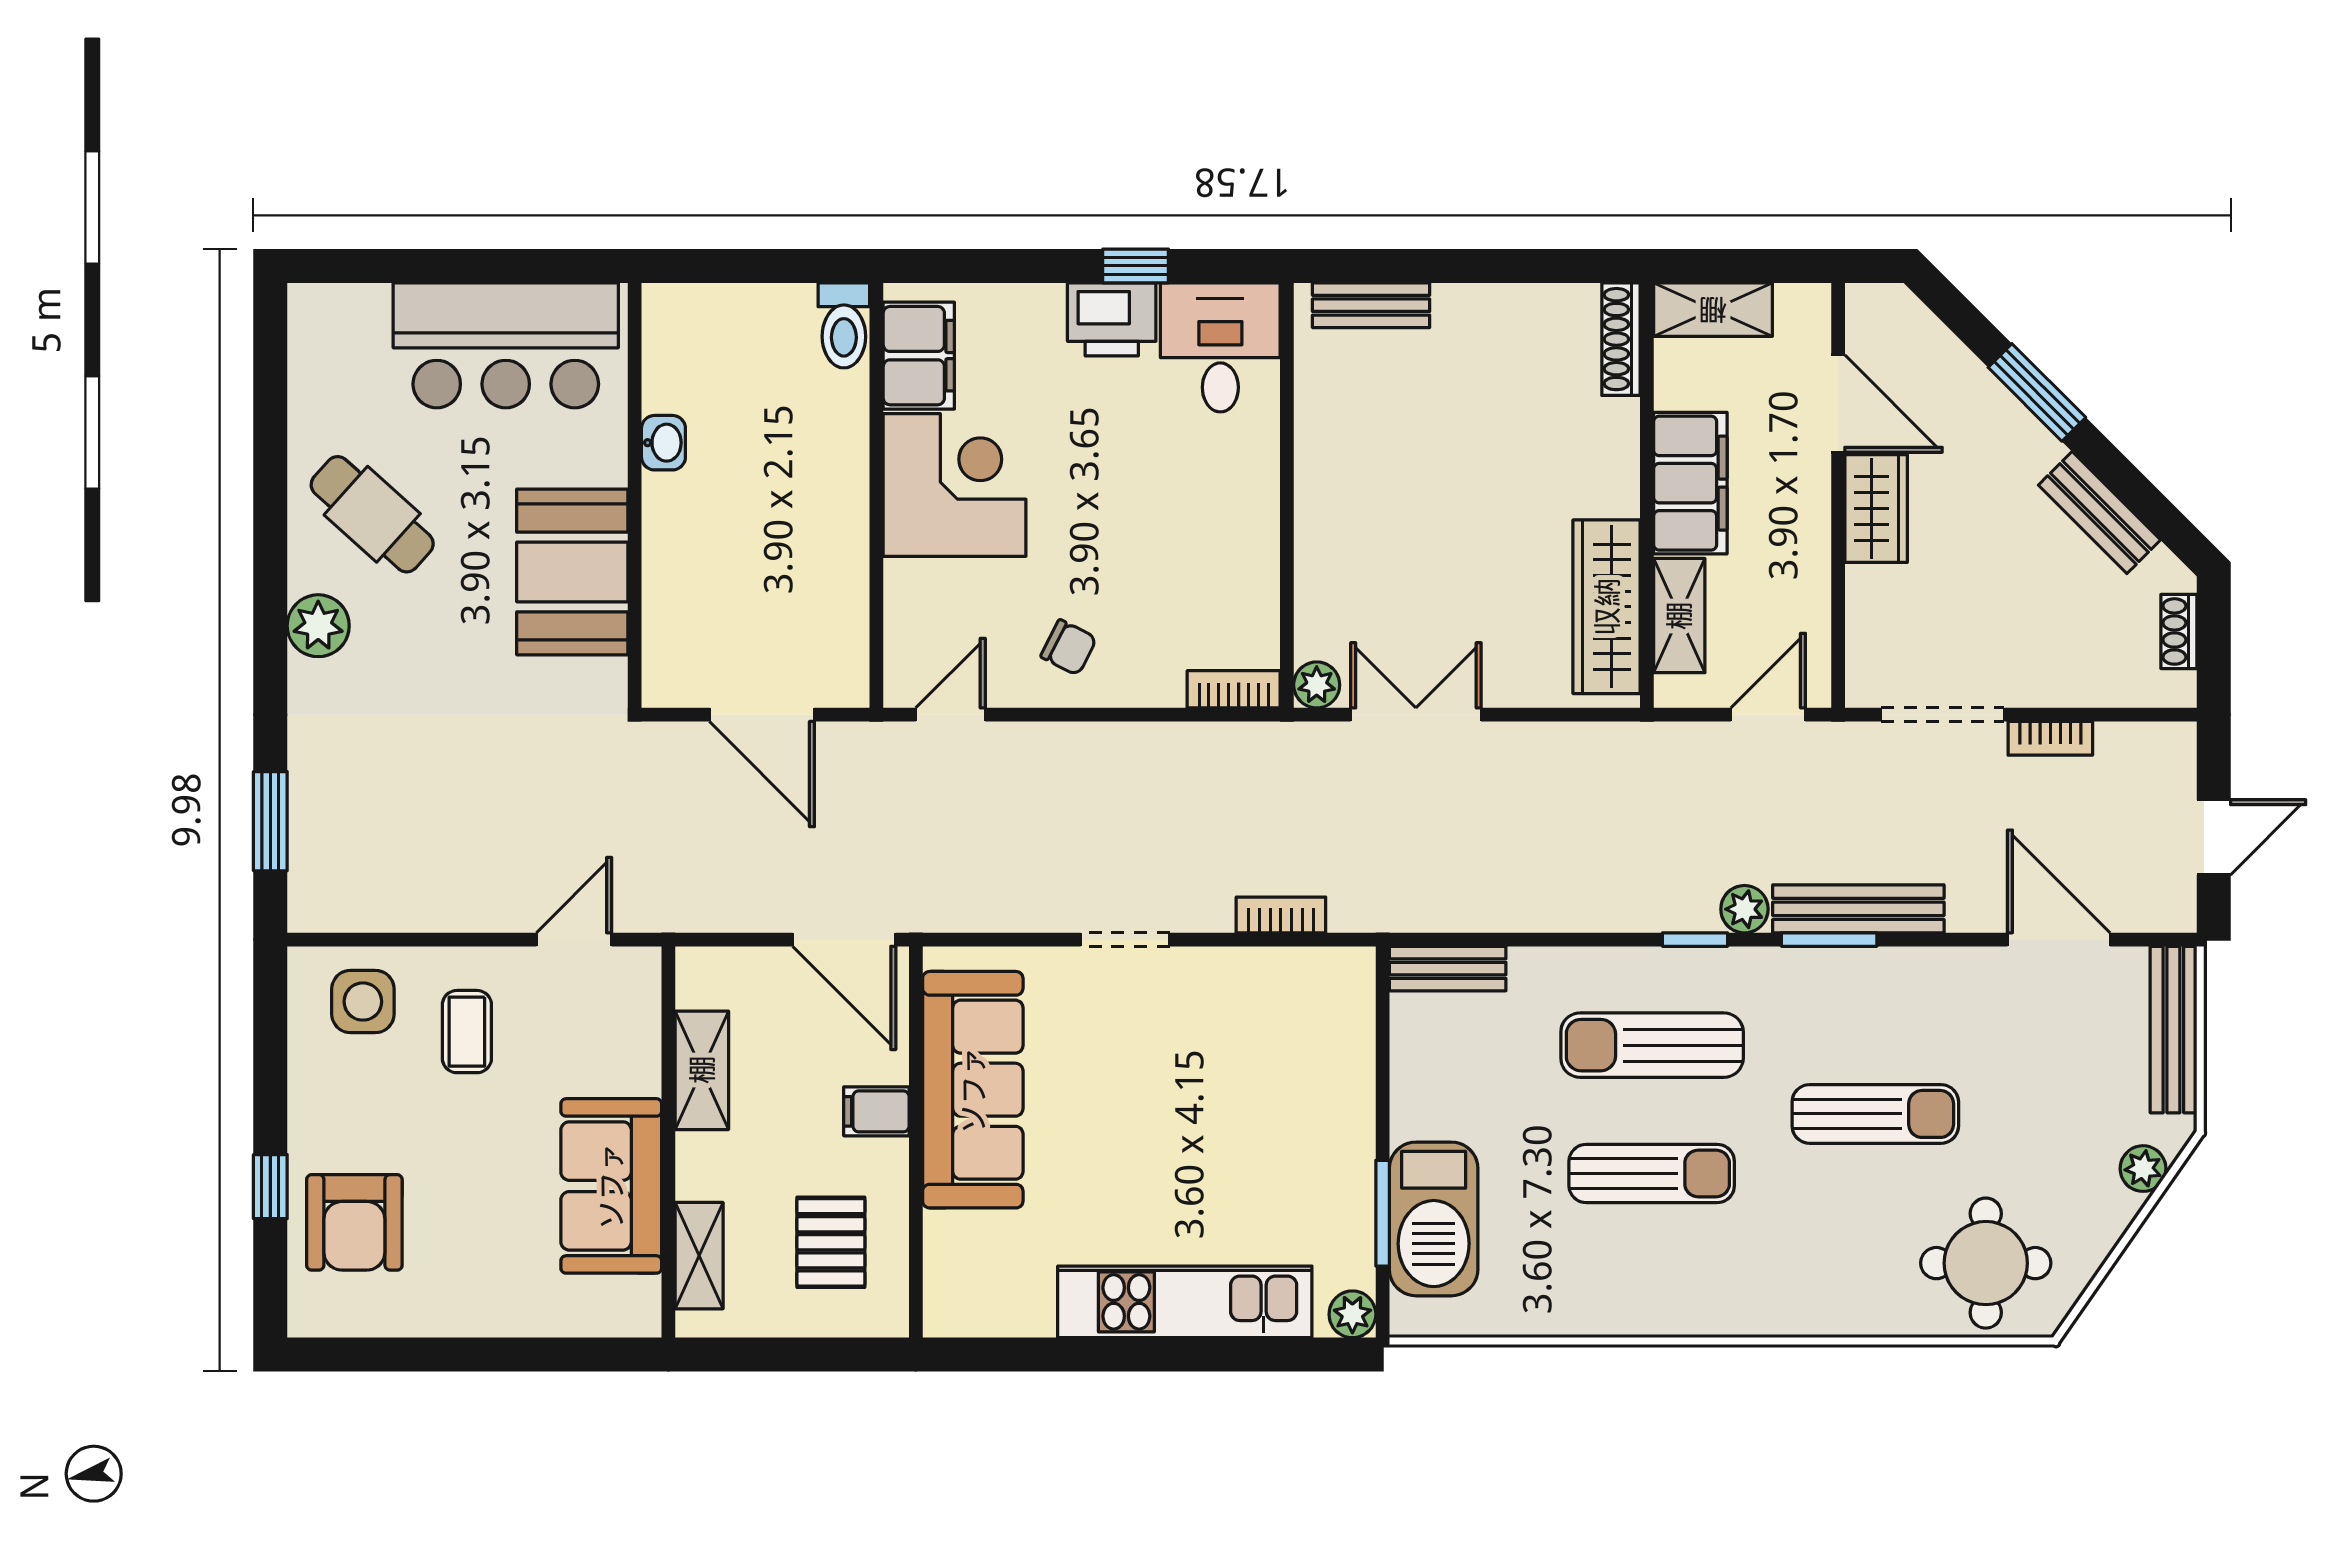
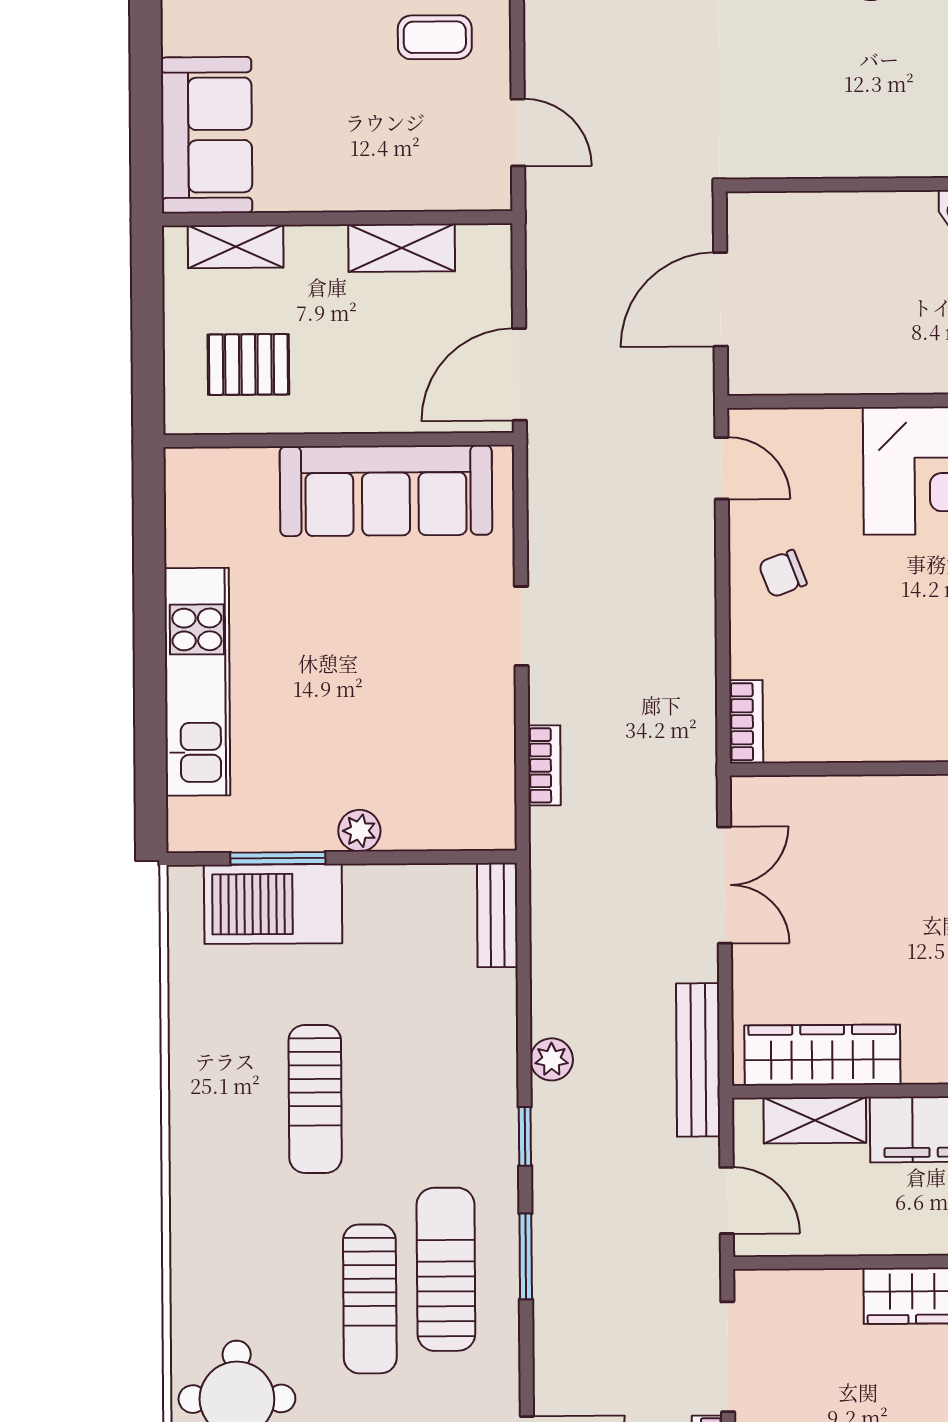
booth: (572, 572) -> (847, 129), removed
chair: (1069, 647) -> (783, 574), turned 42
plant: (1317, 685) -> (751, 796), removed
plant: (1744, 909) -> (552, 1059), moved
bench: (1858, 909) -> (698, 1060), moved
sun lounger: (1652, 1045) -> (446, 1269), moved
filing cabinet: (876, 1111) -> (366, 404), removed
sofa: (611, 1186) -> (207, 135), moved, turned 90
plant: (1352, 1314) -> (359, 831), moved

